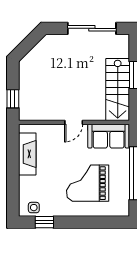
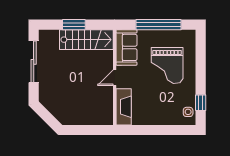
window: (13, 99) -> (94, 130), removed
door: (74, 122) -> (115, 78), swing flipped
fireplace: (27, 154) -> (124, 107), moved, turned 90

